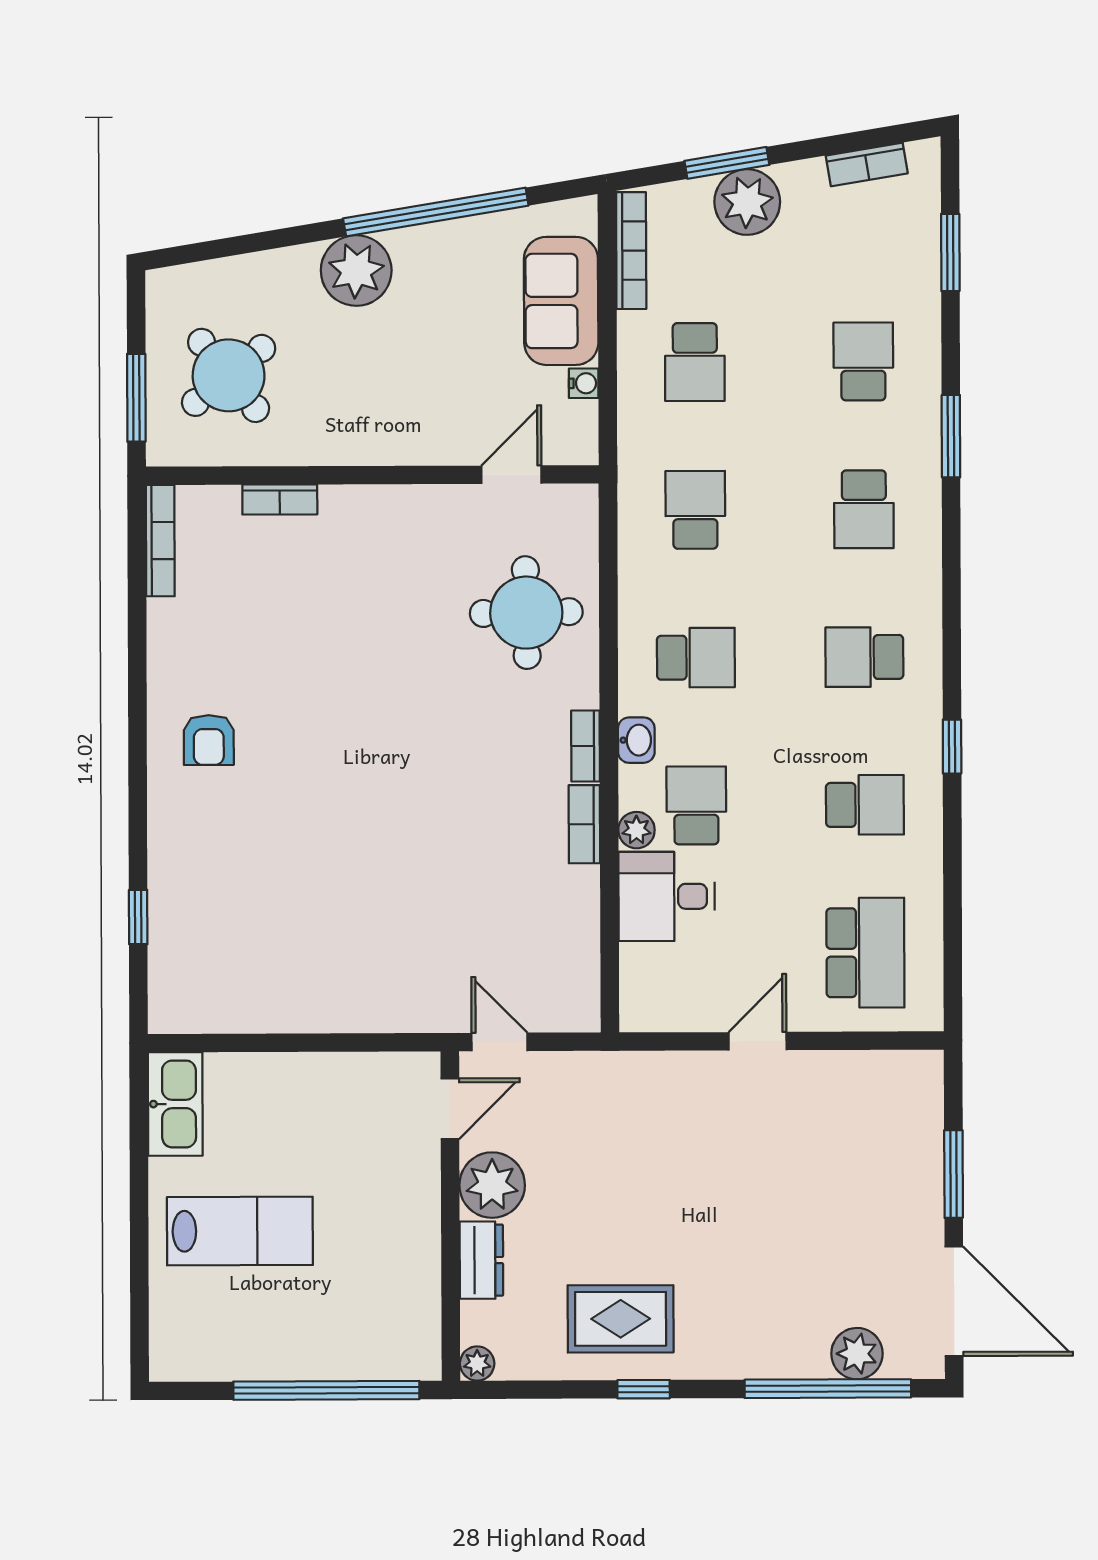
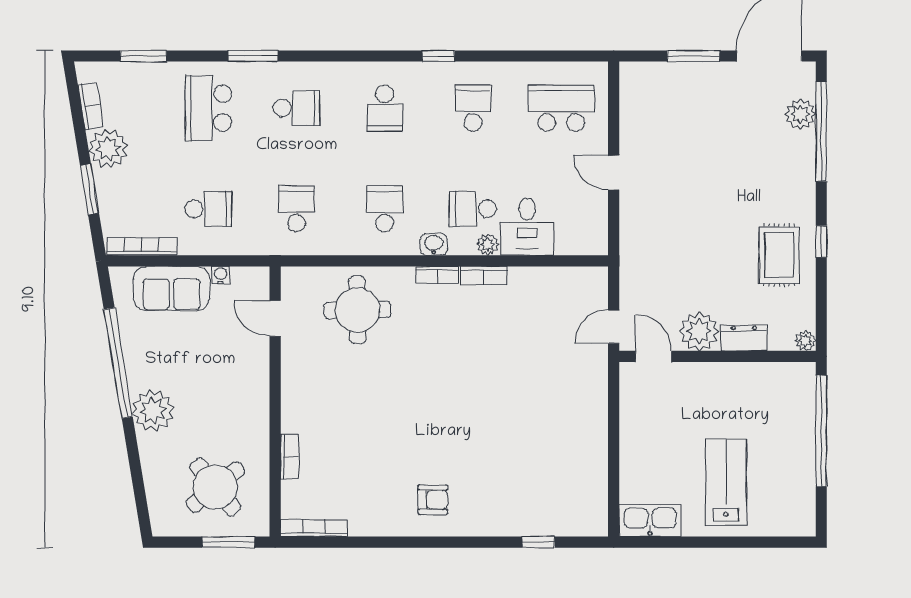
plant: (747, 202) -> (108, 149), moved
school desk: (863, 361) -> (208, 108), width x1.85
school desk: (695, 510) -> (296, 209), turned 90

